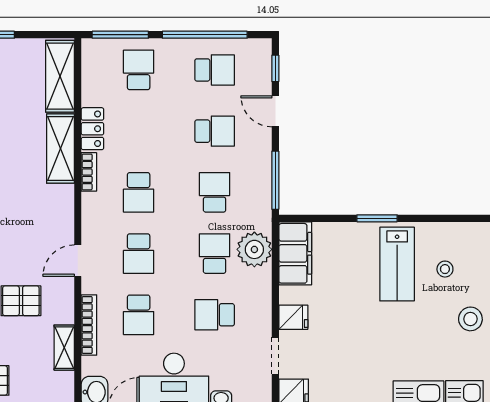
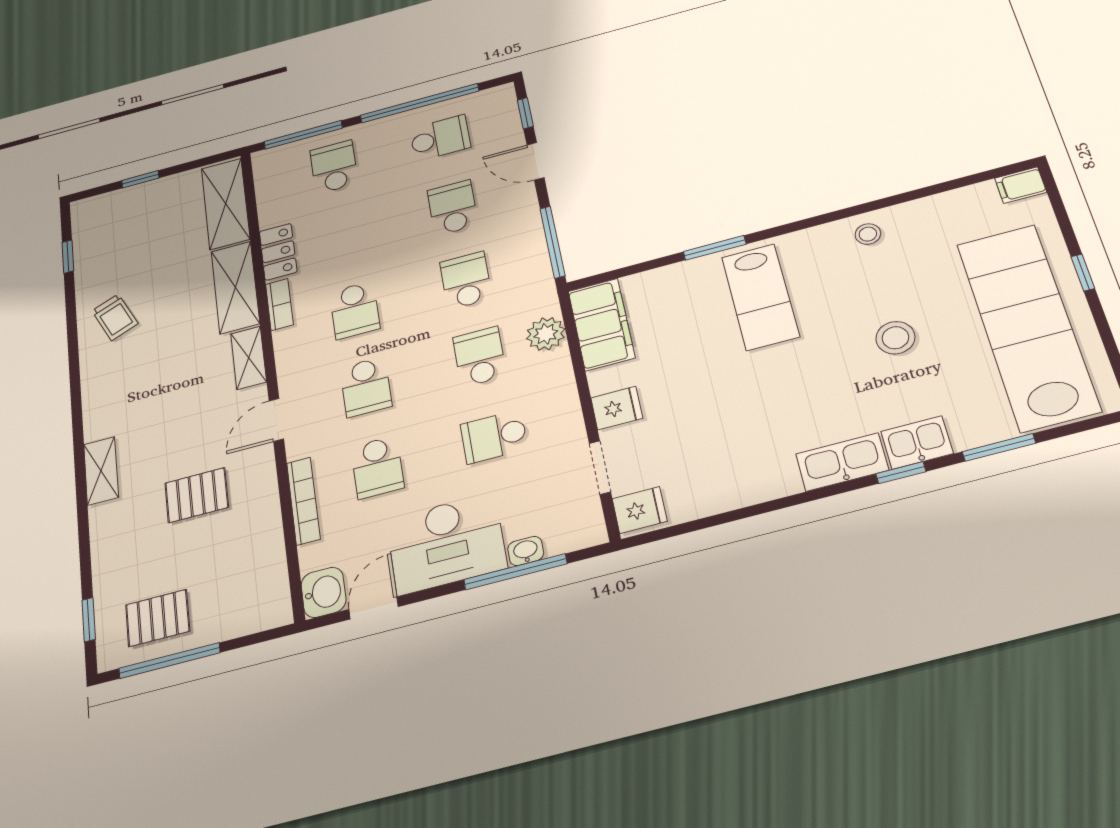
school desk: (215, 131) -> (453, 208), turned -90
plant: (254, 249) -> (546, 334), width x0.73, depth x0.73
stool: (445, 269) -> (868, 234), moved
shelving: (64, 348) -> (249, 358), moved

